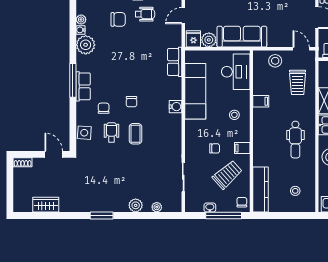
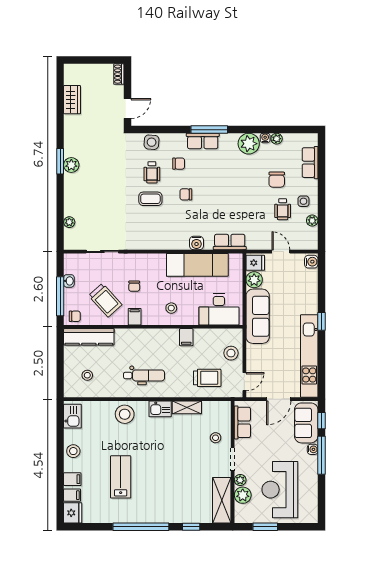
trolley: (298, 82) -> (207, 378), turned 180
water cooler: (175, 107) -> (196, 243), moved
wheelchair: (112, 132) -> (152, 172), turned 90
dental chair: (295, 140) -> (144, 375), turned 180
plant: (136, 205) -> (71, 165), moved

